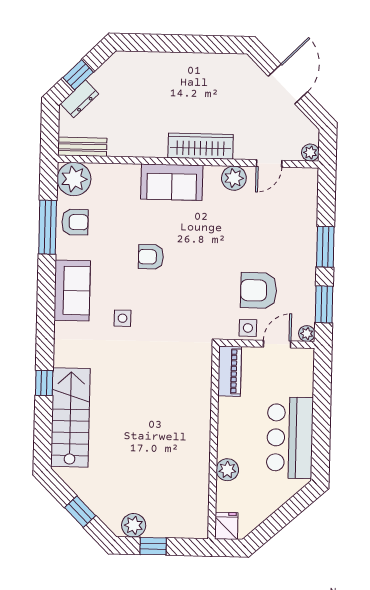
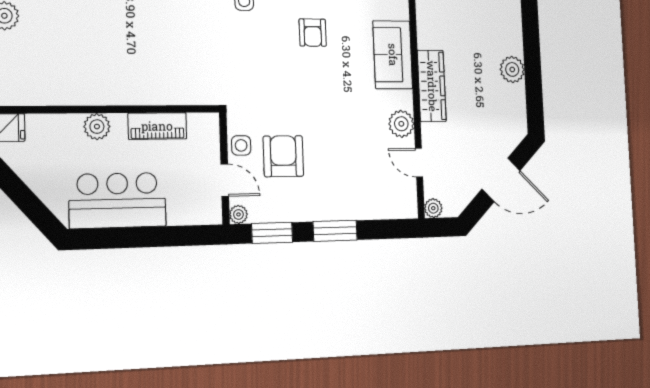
plant: (187, 65) -> (512, 69), added
armchair: (151, 257) -> (313, 33), turned 180
piano: (230, 371) -> (157, 126), moved
plant: (227, 470) -> (97, 127), moved

